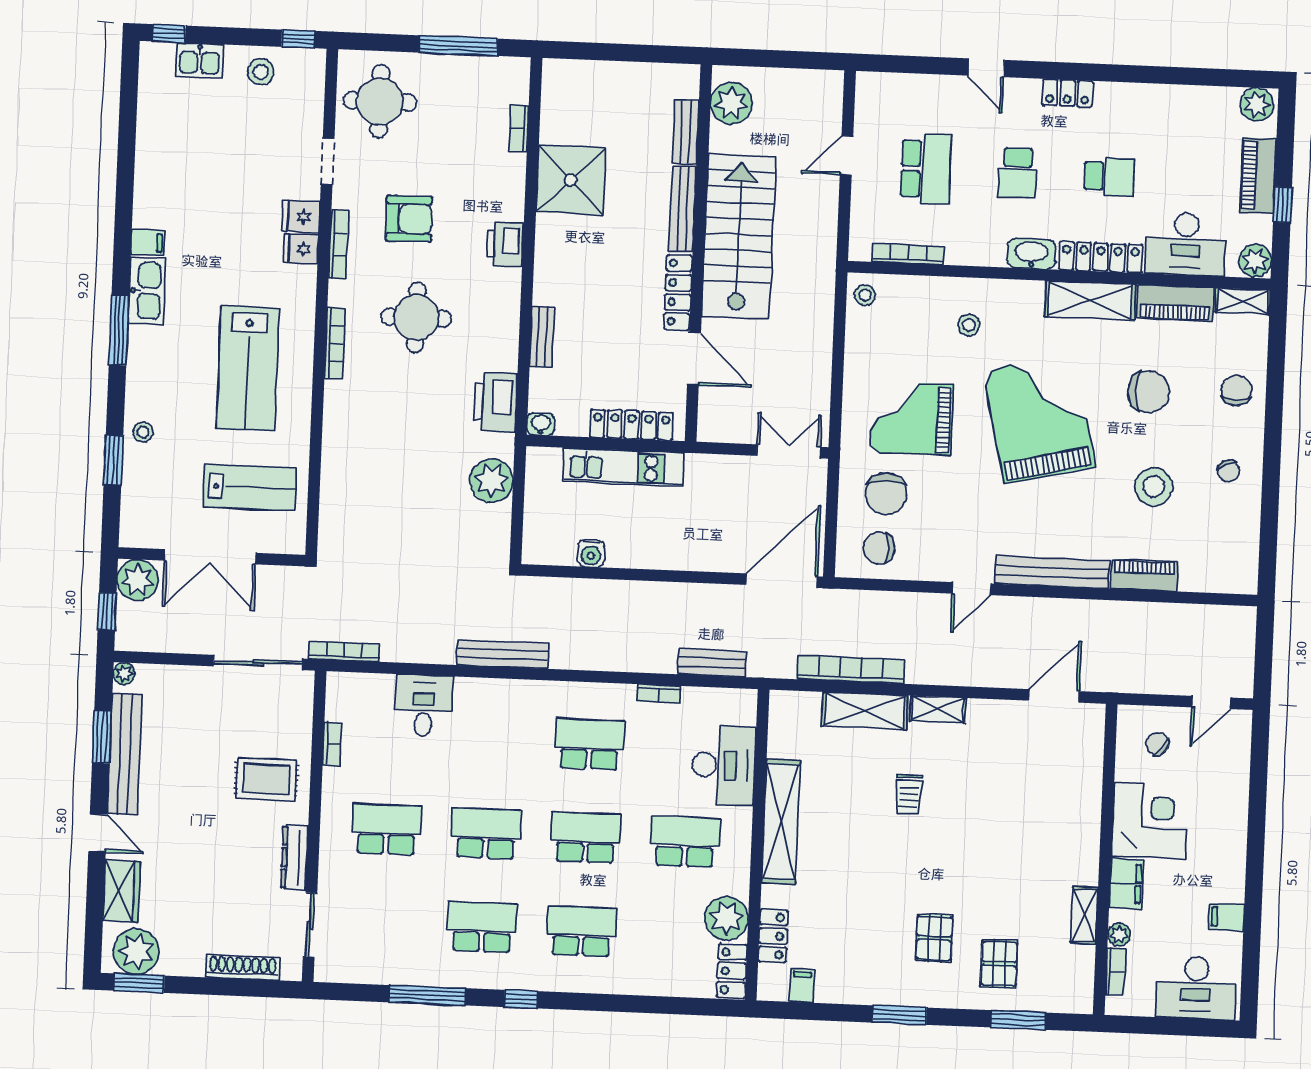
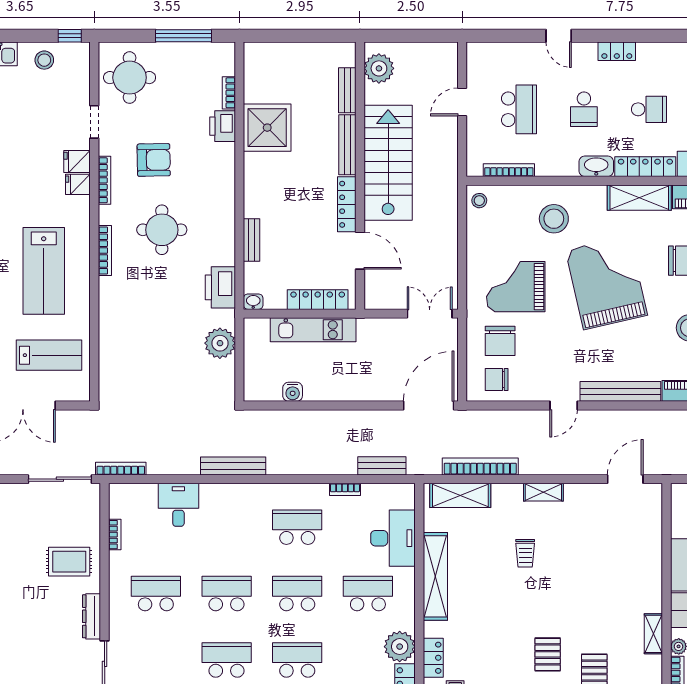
printer: (505, 244) -> (223, 126), moved
stool: (969, 325) -> (554, 219), width x1.89, depth x1.89
shelving: (865, 711) -> (460, 495), moved

